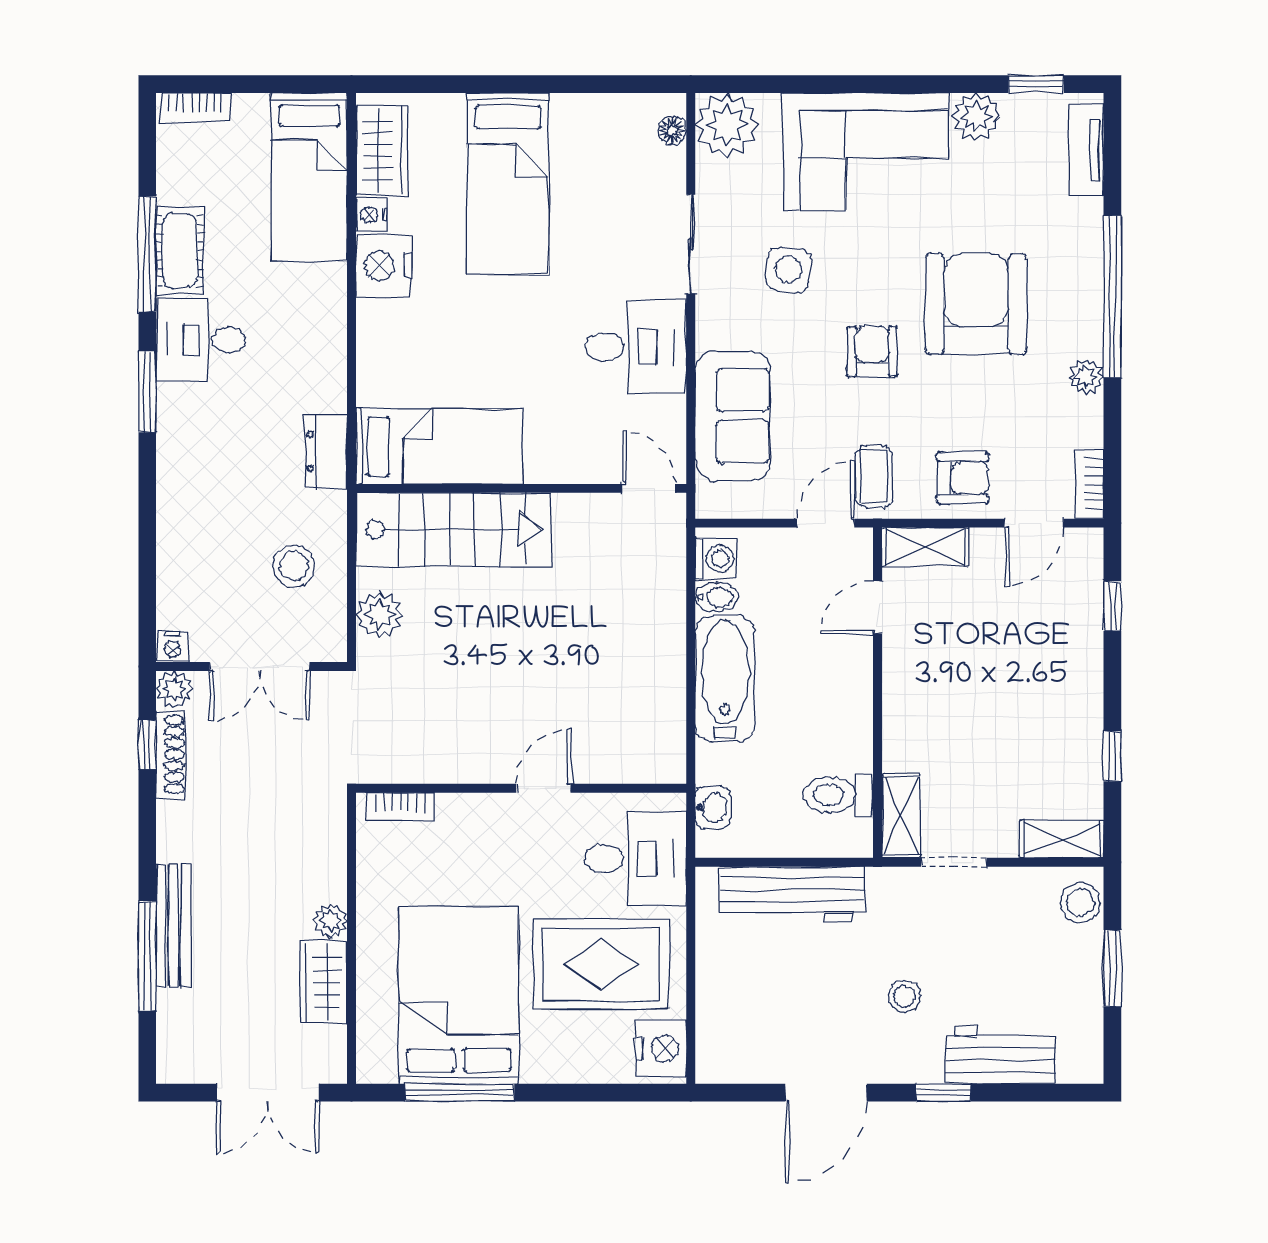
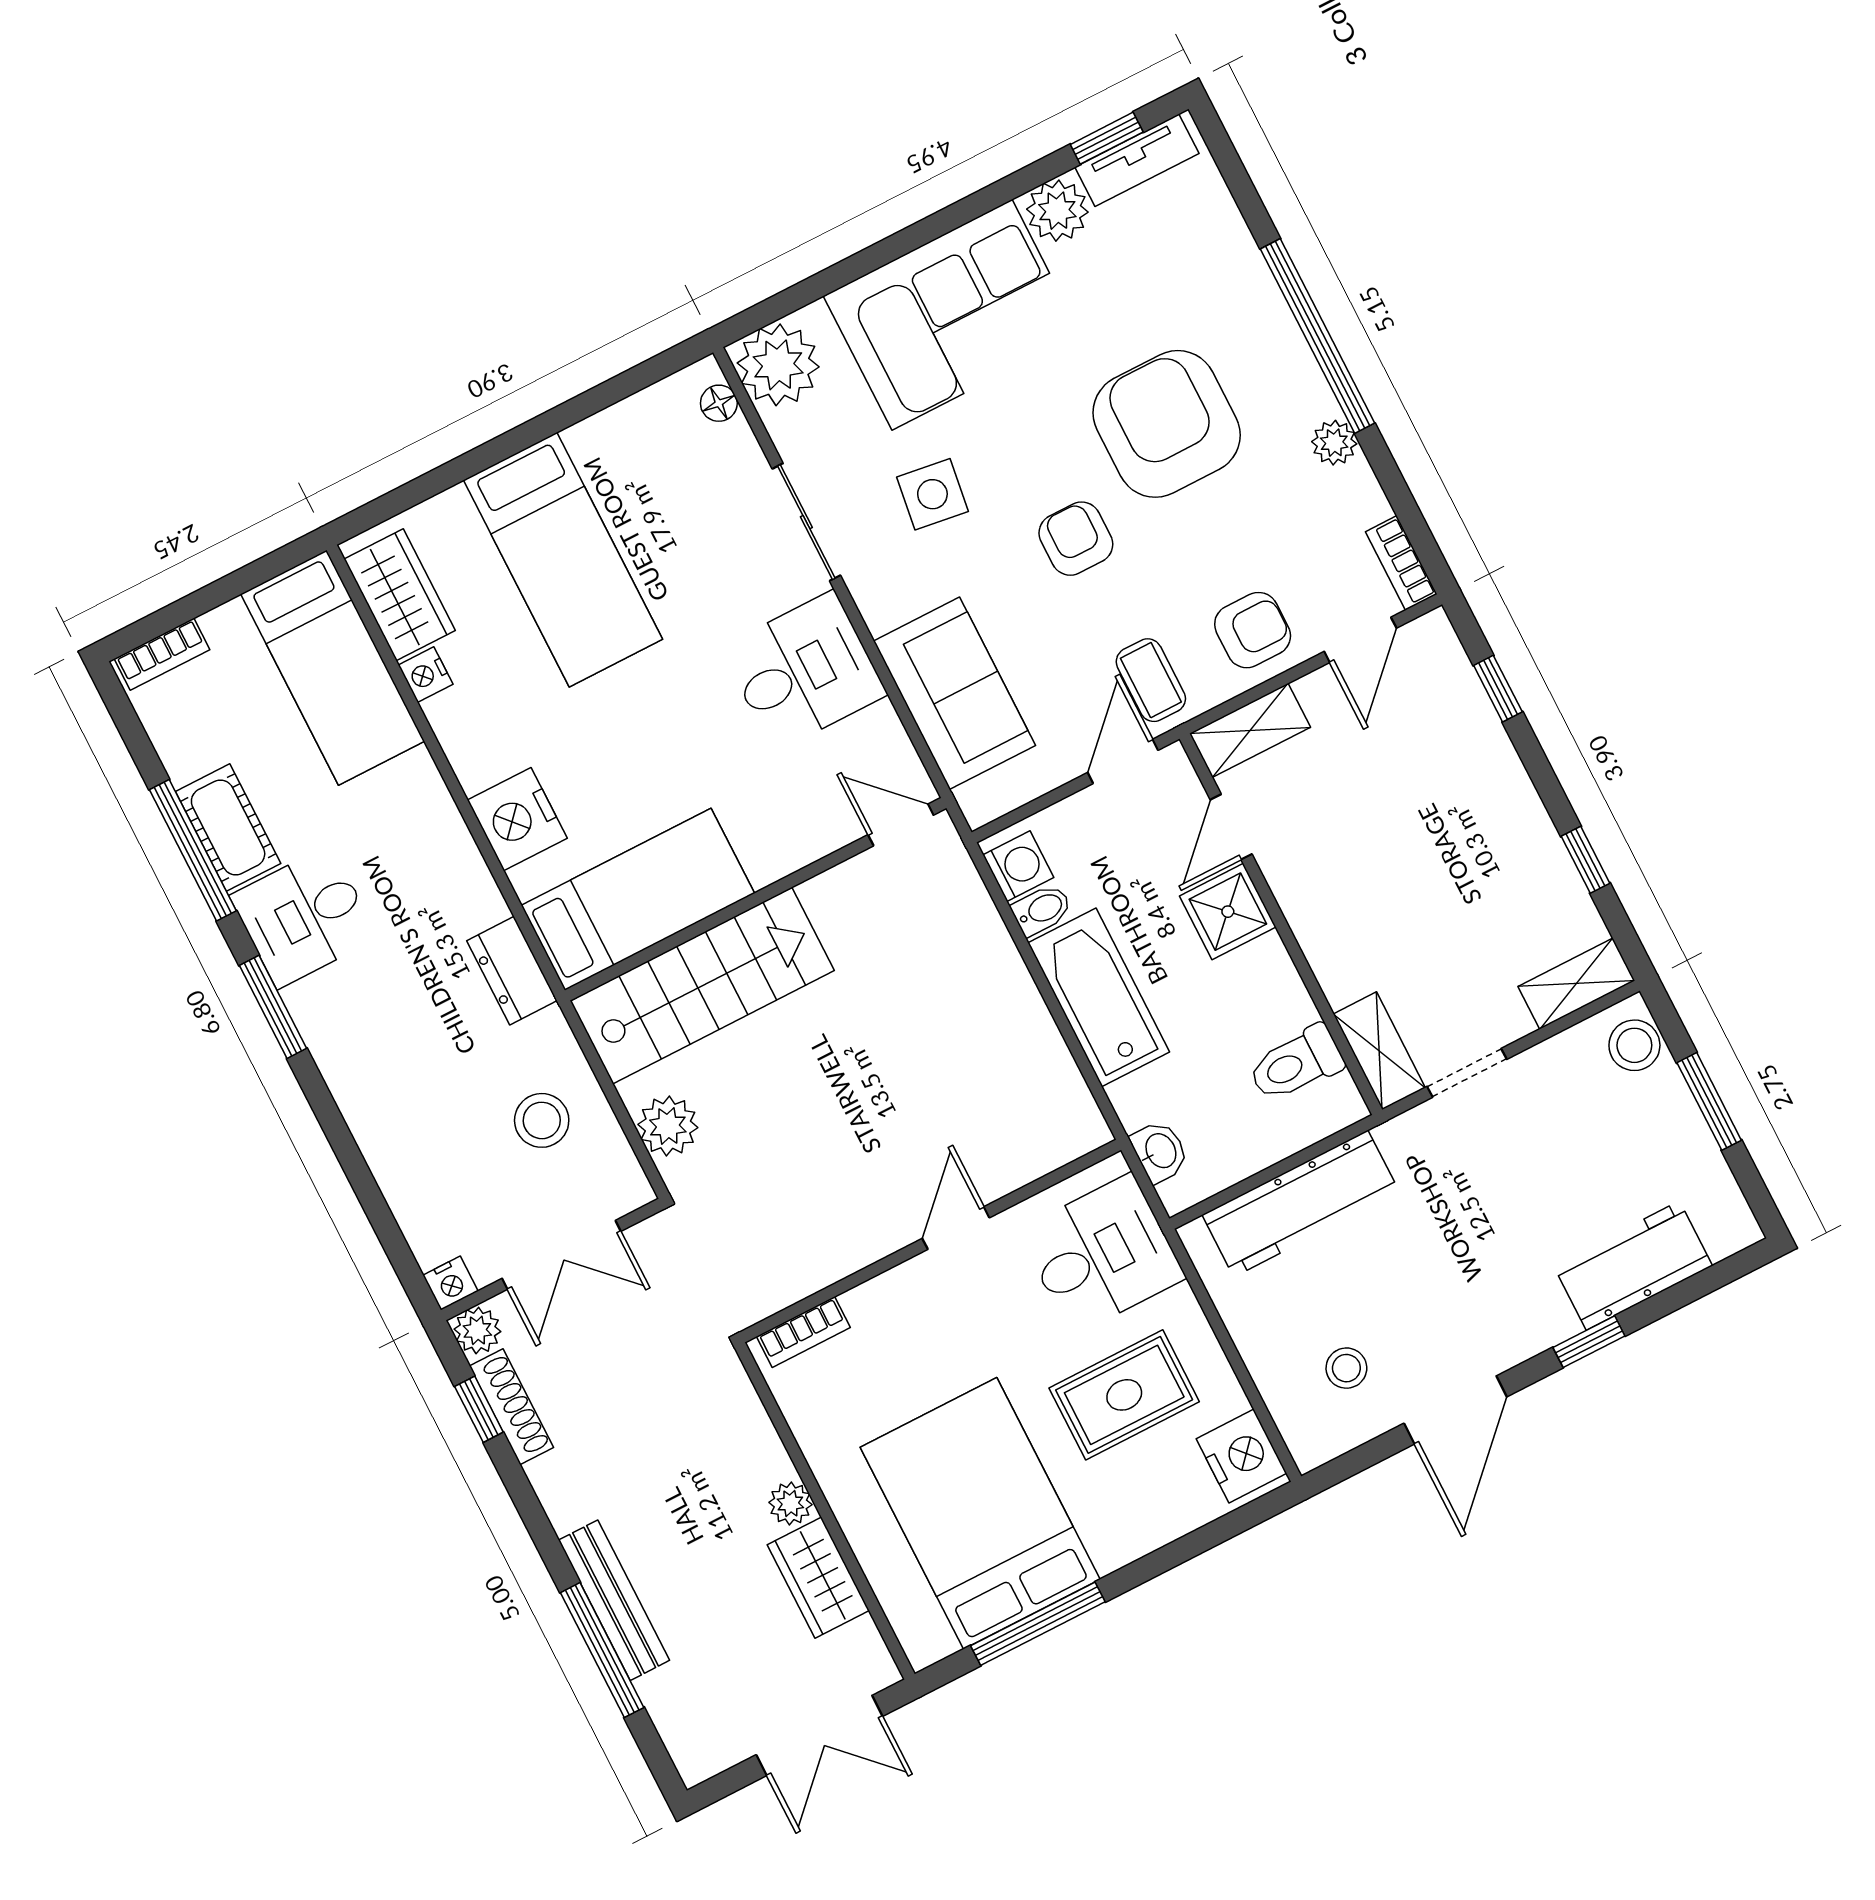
tv unit: (1086, 150) -> (1137, 160), moved, turned -90
nightstand: (384, 266) -> (517, 819), moved
shower: (845, 665) -> (1228, 912), added
rug: (601, 964) -> (1124, 1395), width x0.73, depth x0.70
stool: (904, 996) -> (1346, 1368), moved

